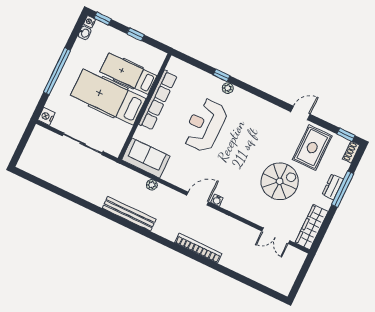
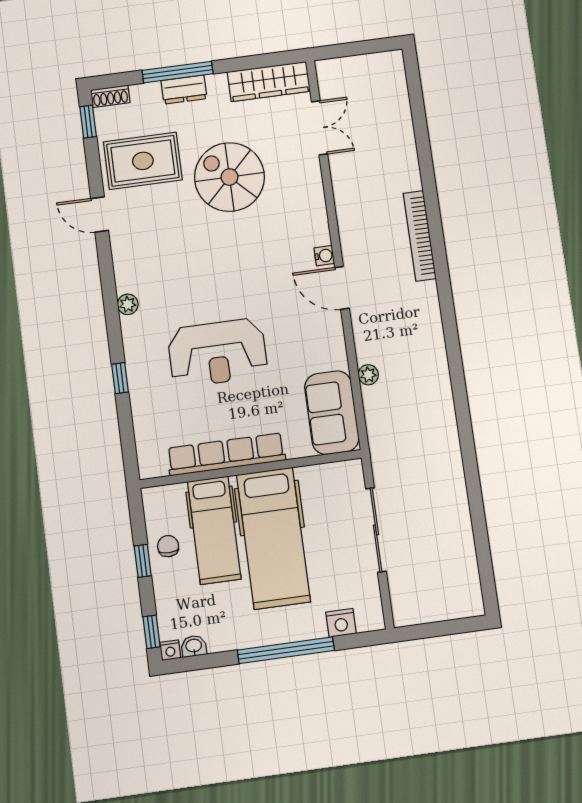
chair: (135, 49) -> (168, 546), added
plant: (228, 88) -> (128, 304), moved
nightstand: (46, 116) -> (341, 623), moved
bench: (129, 214) -> (438, 381), removed

